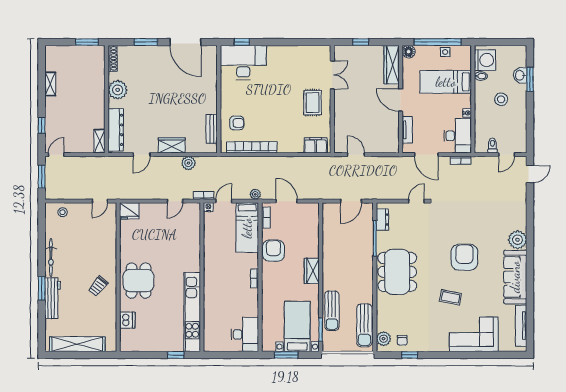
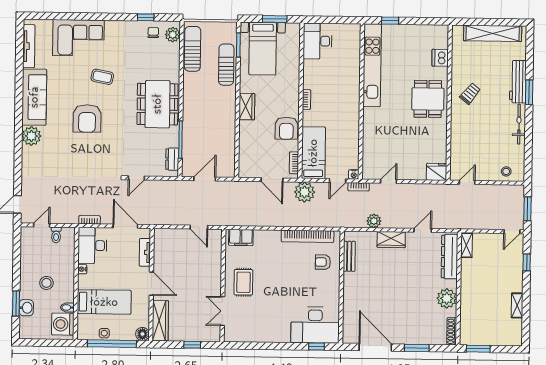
plant: (255, 194) -> (305, 192), width x1.88, depth x1.88

